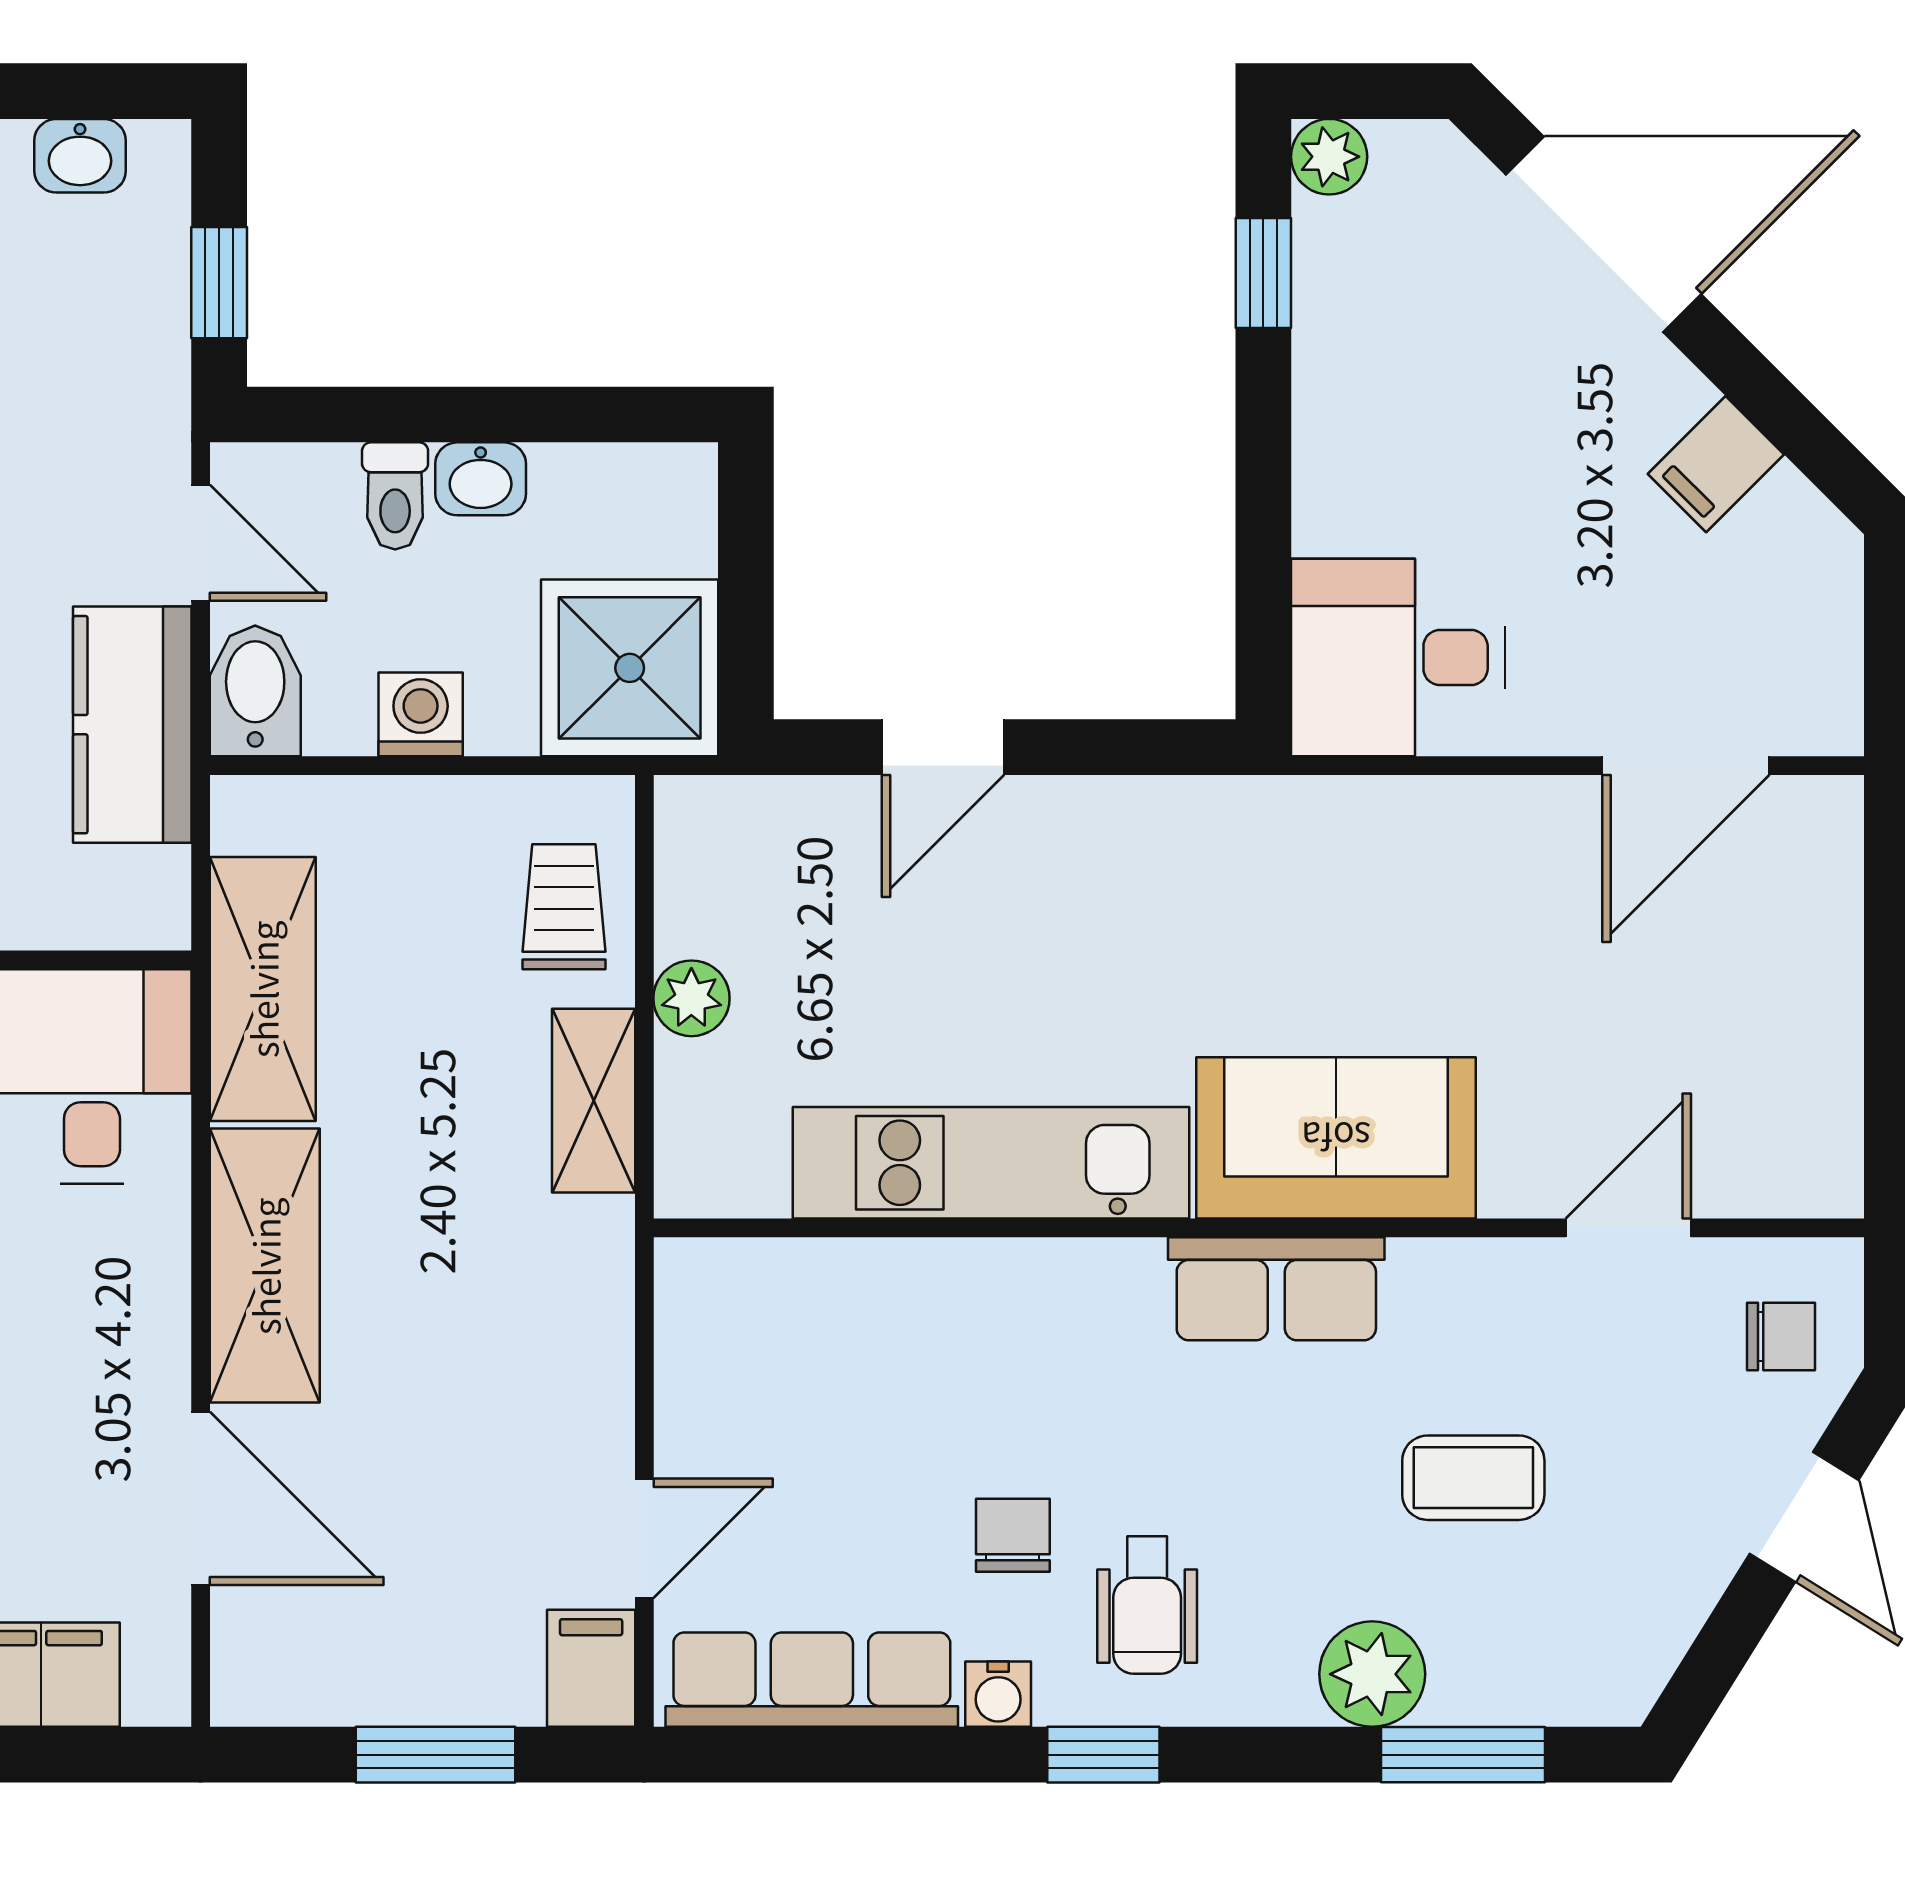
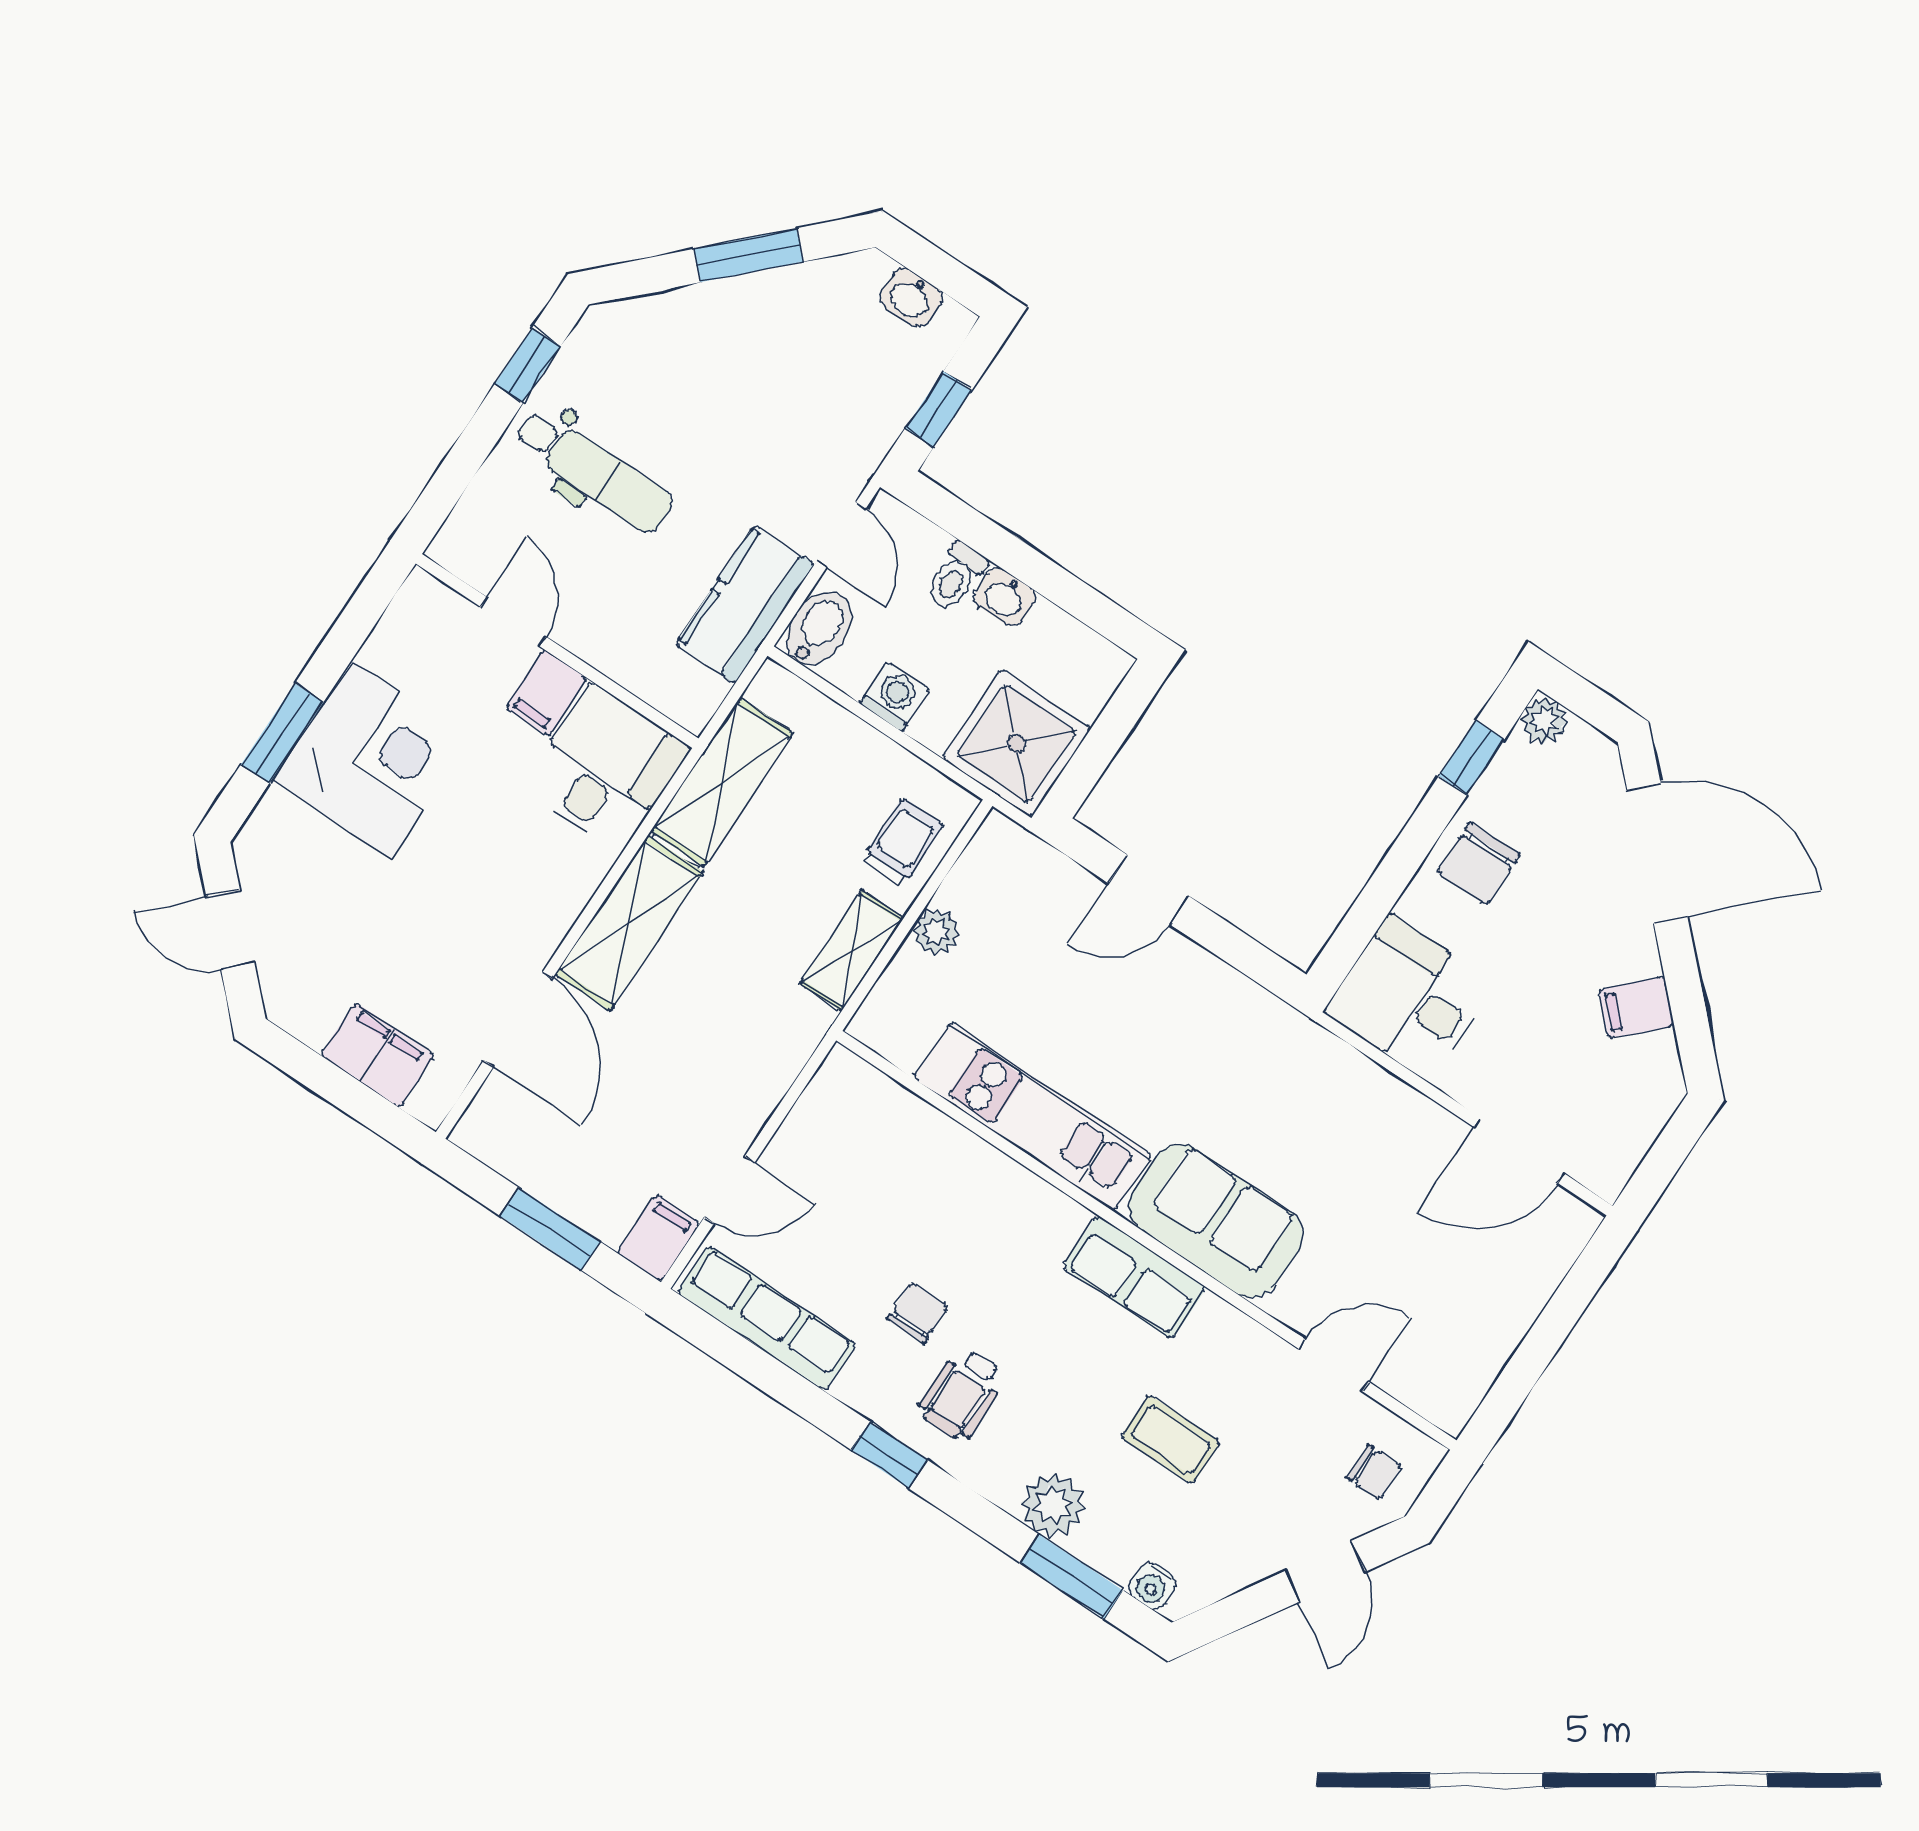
chair: (1369, 412) -> (1478, 864), added
water cooler: (998, 1694) -> (1152, 1586), moved

